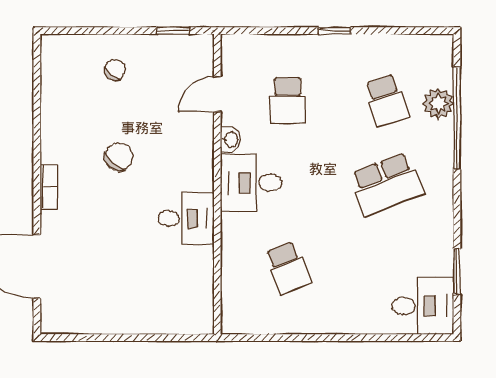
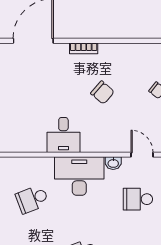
desk: (251, 183) -> (79, 176), width x1.37

